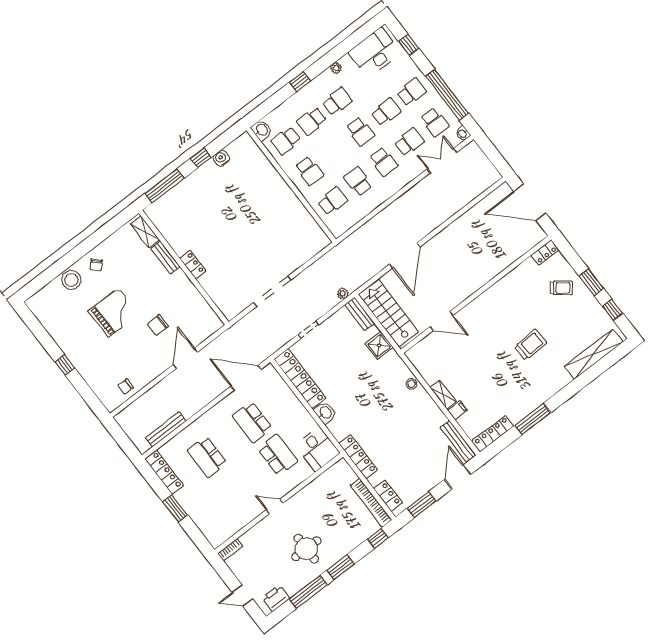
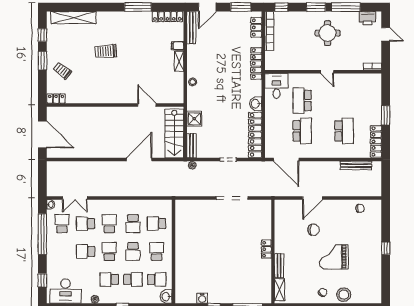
school desk: (412, 92) -> (133, 251), moved, turned -90

